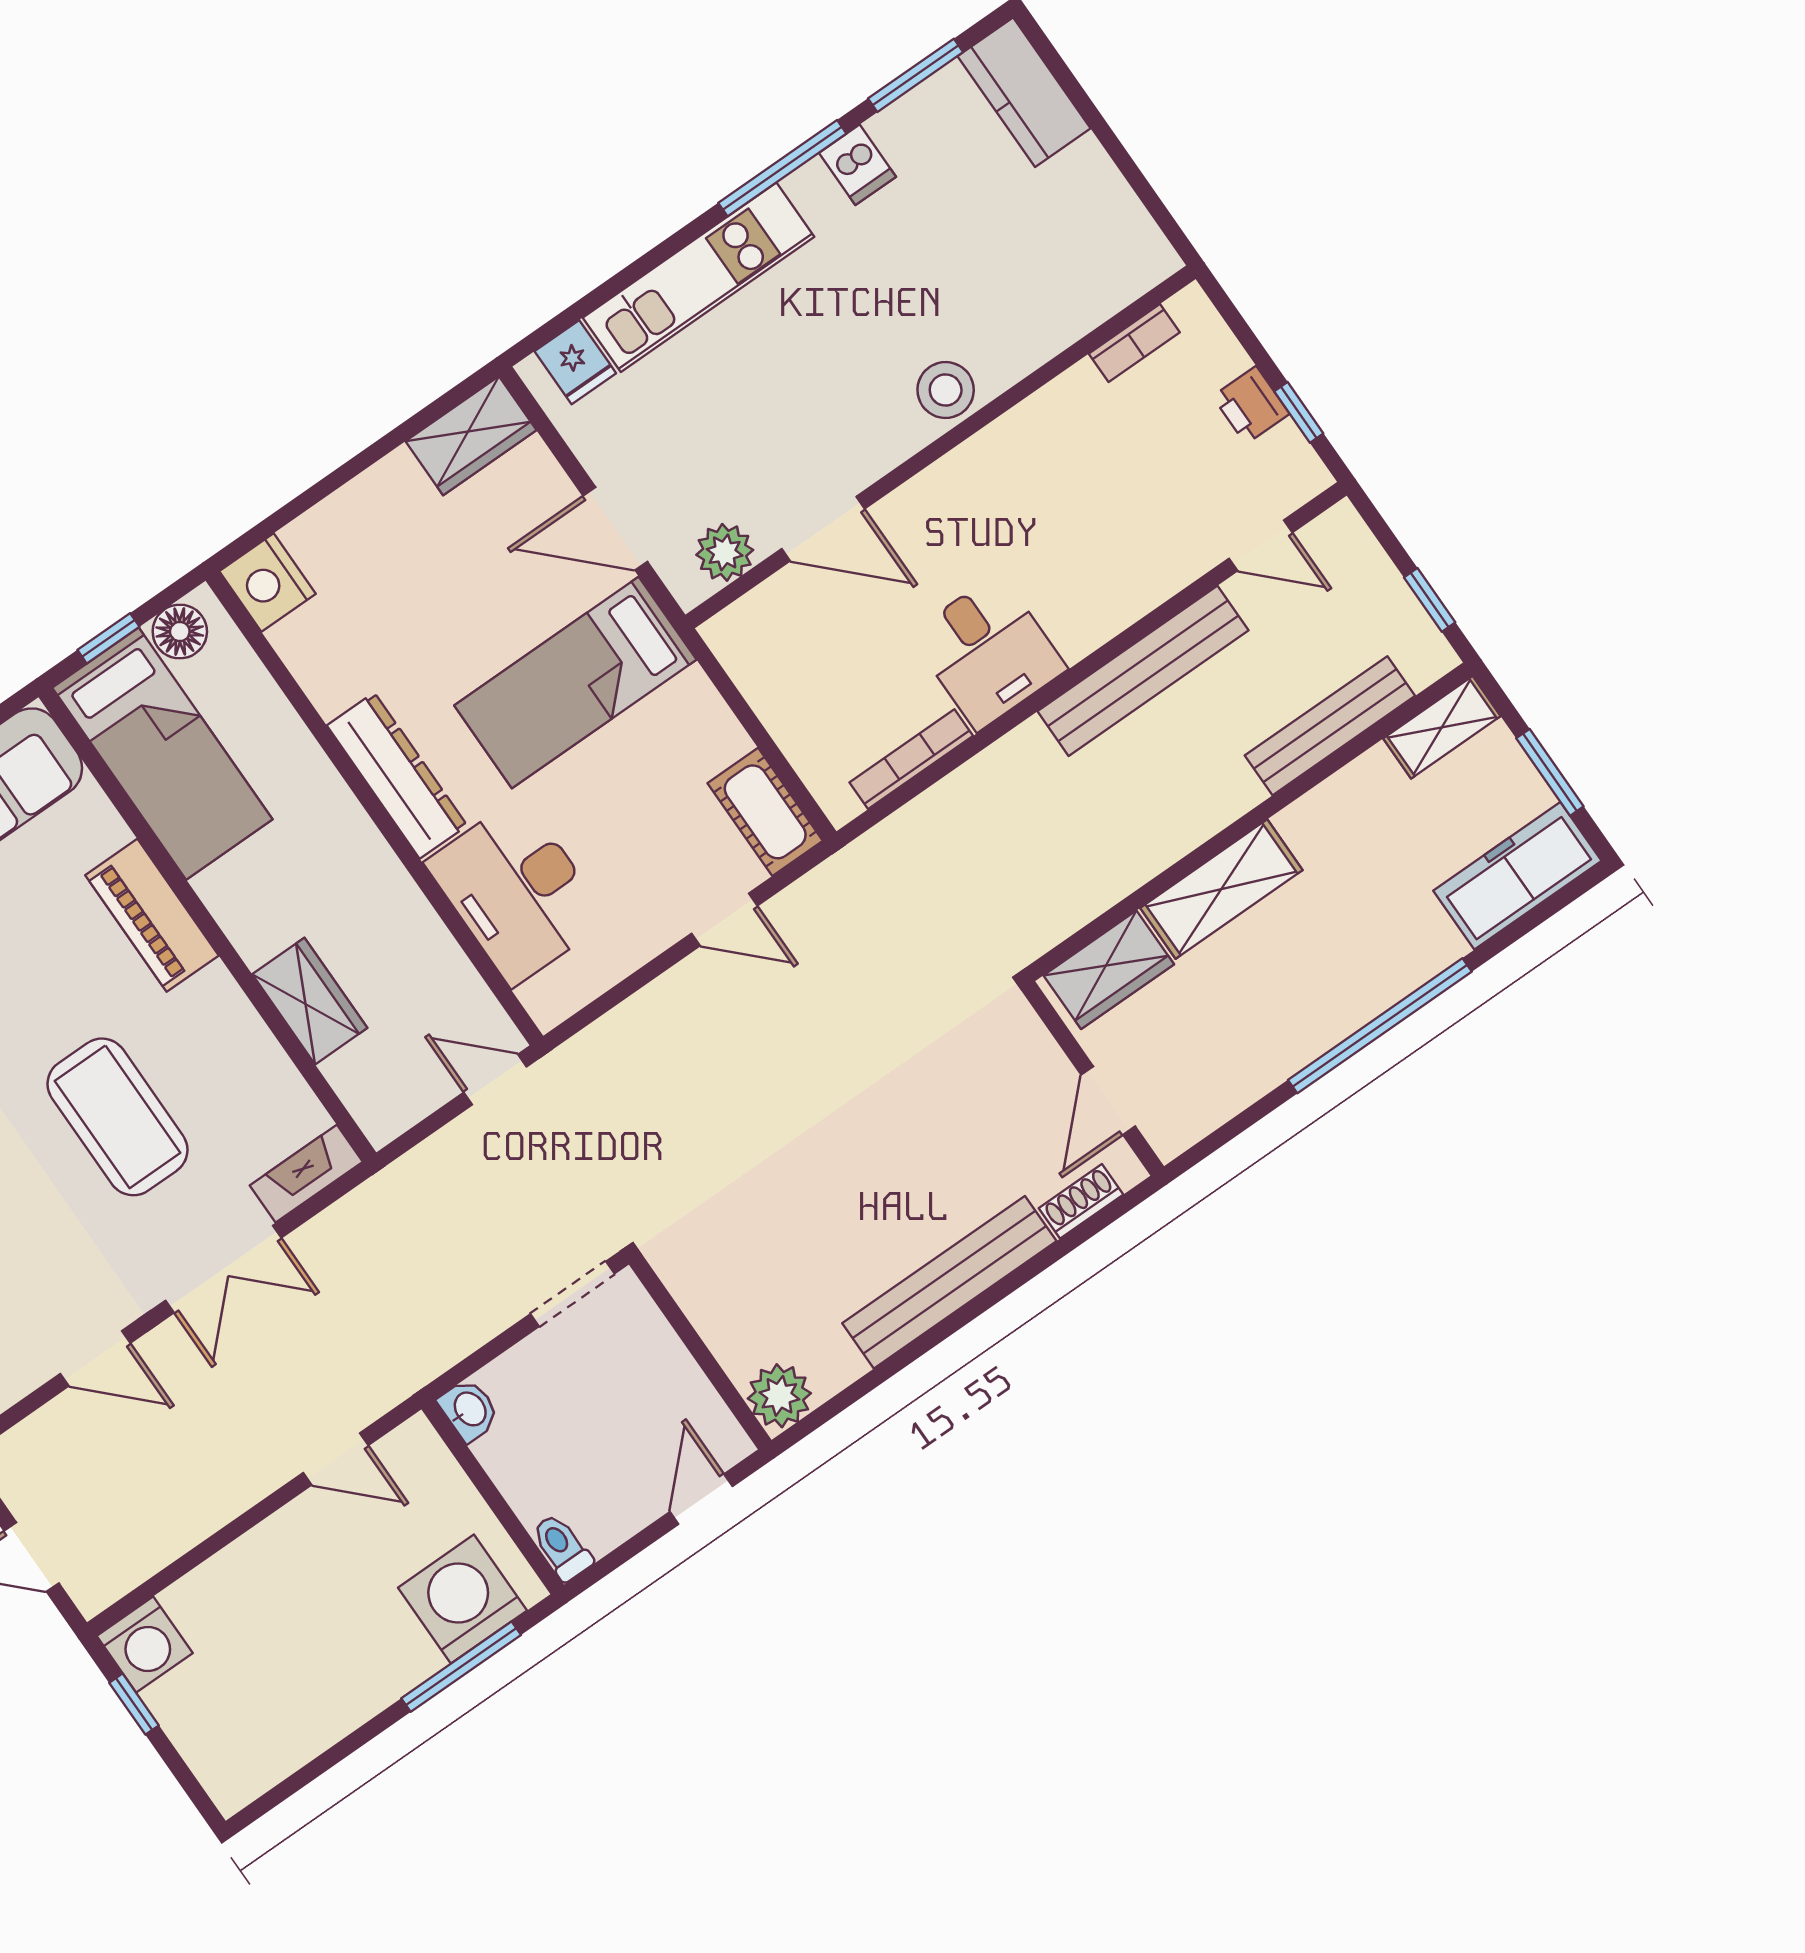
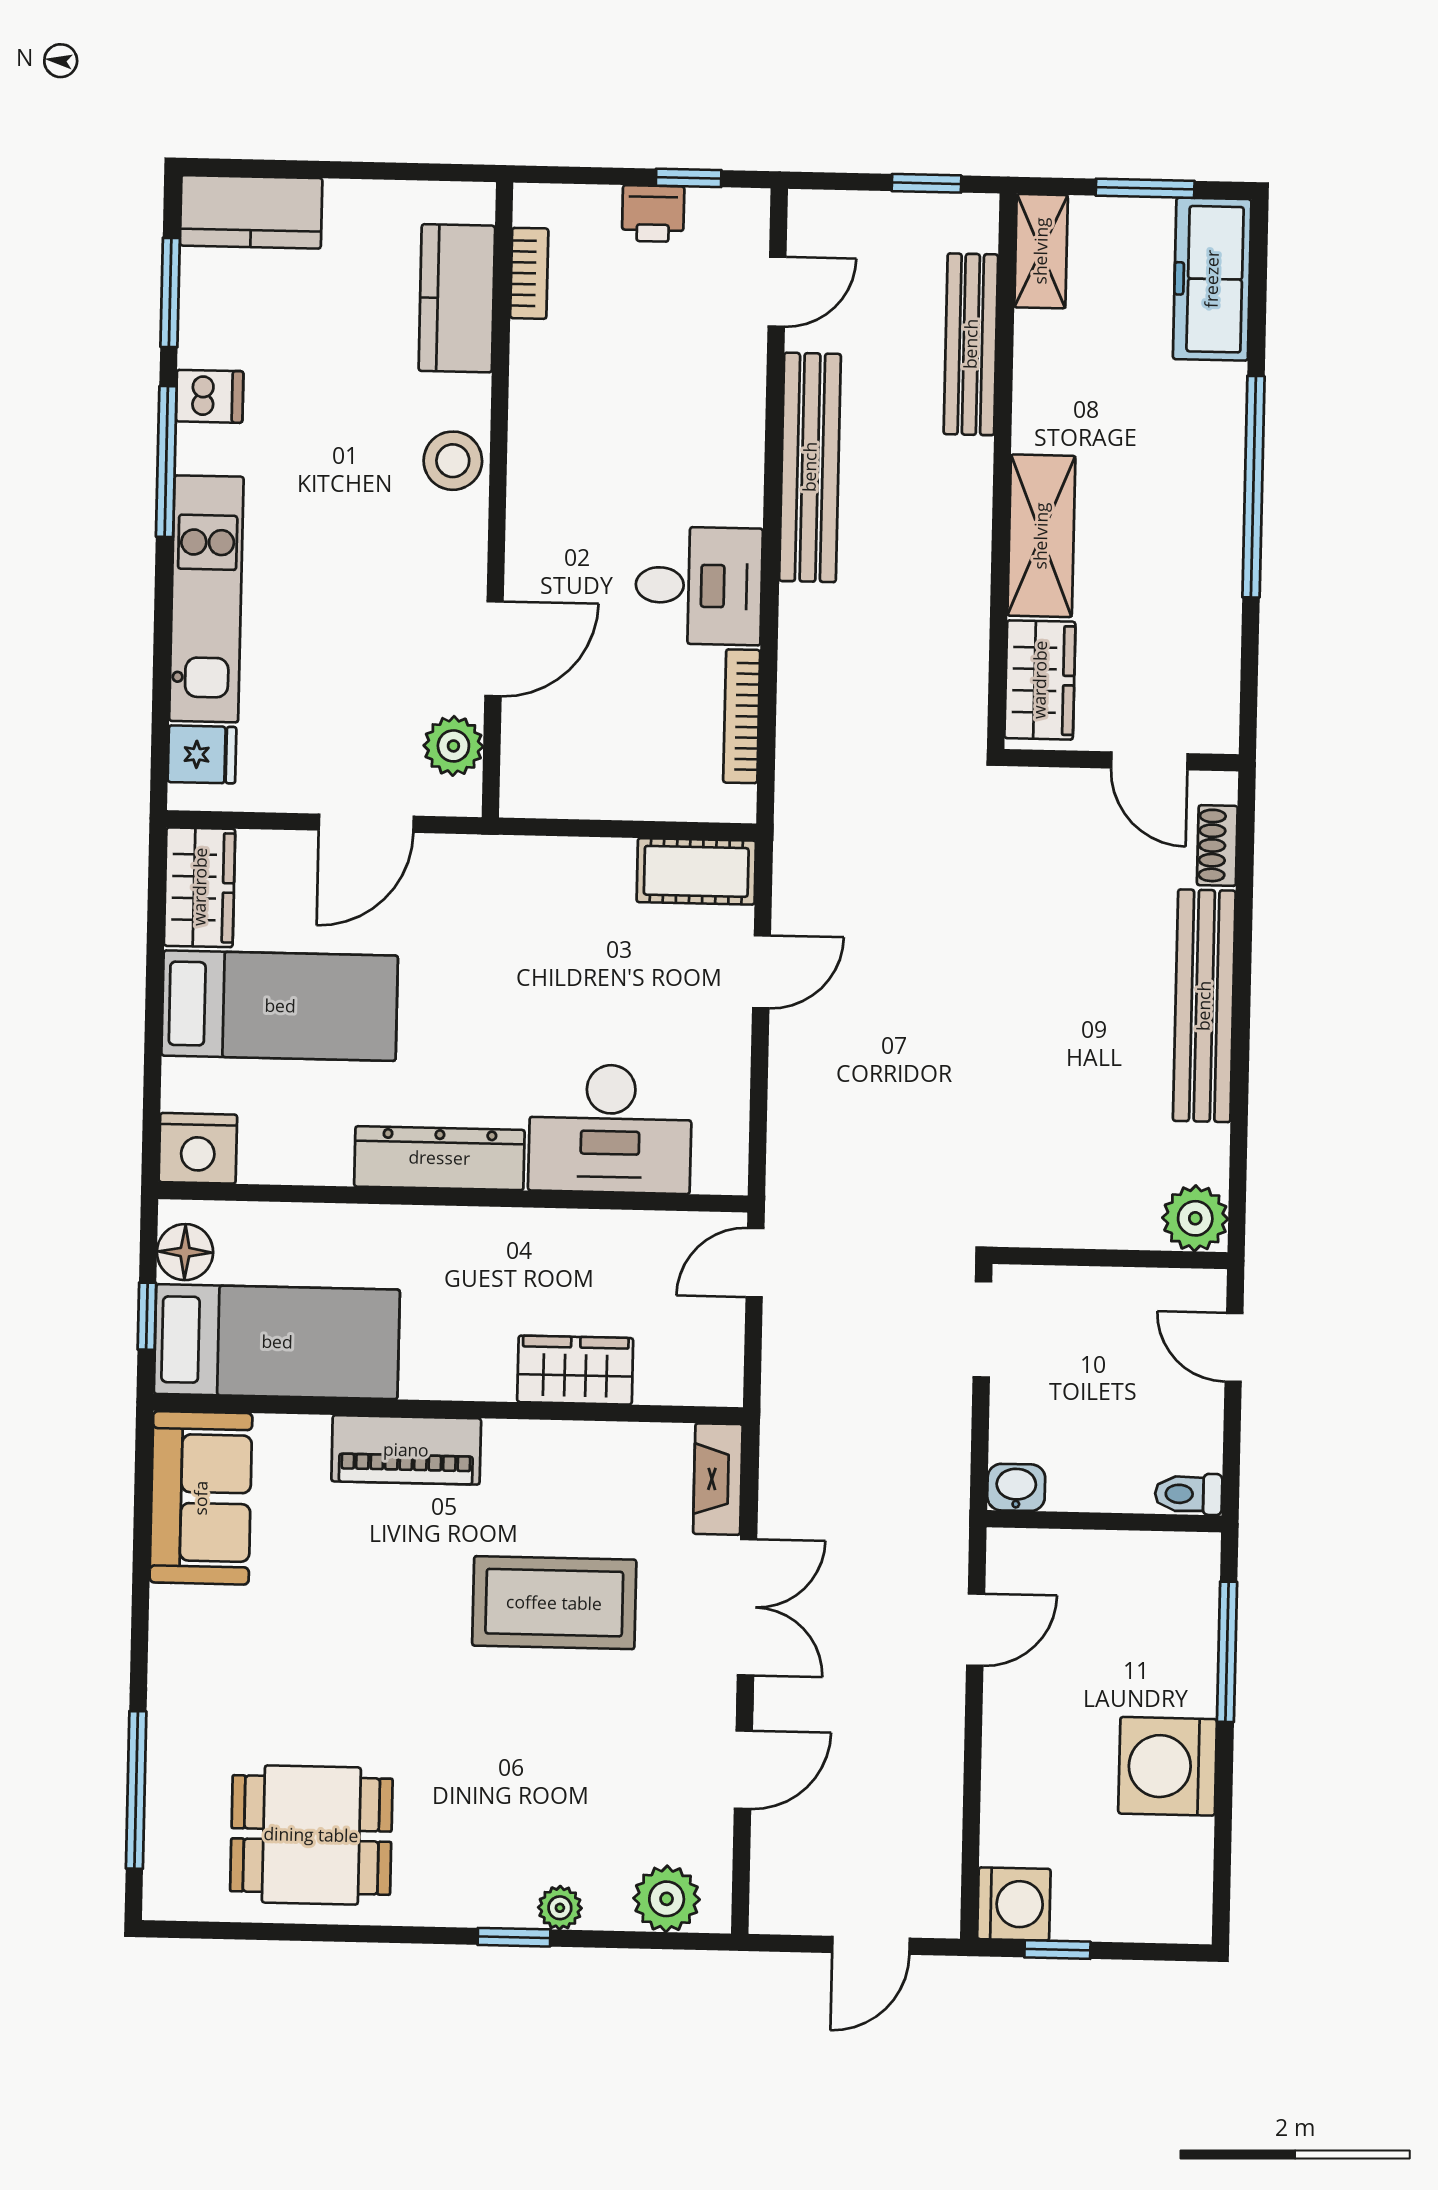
kitchen counter: (1074, 301) -> (457, 298), added
bed: (575, 683) -> (280, 1006), moved, turned -90
washing machine: (462, 1599) -> (1168, 1766), moved

